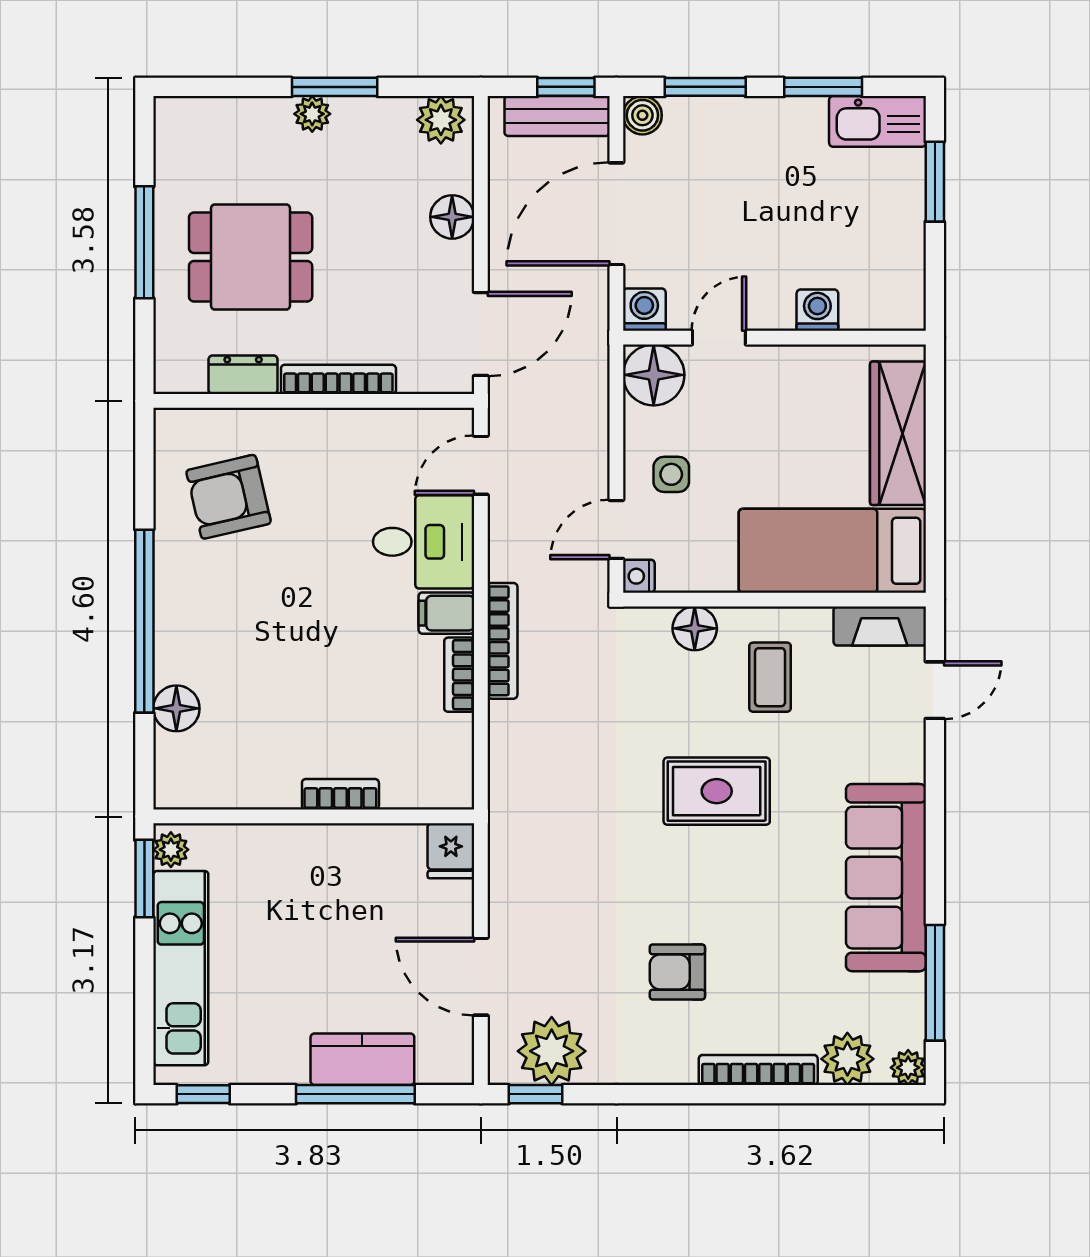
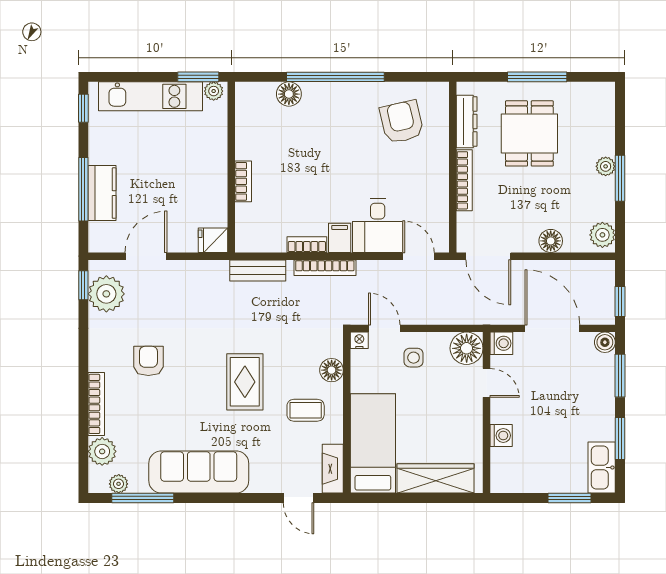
bench: (557, 116) -> (258, 270), moved, turned 90
dresser: (243, 375) -> (467, 121), width x1.44
plant: (908, 1068) -> (119, 484), moved

